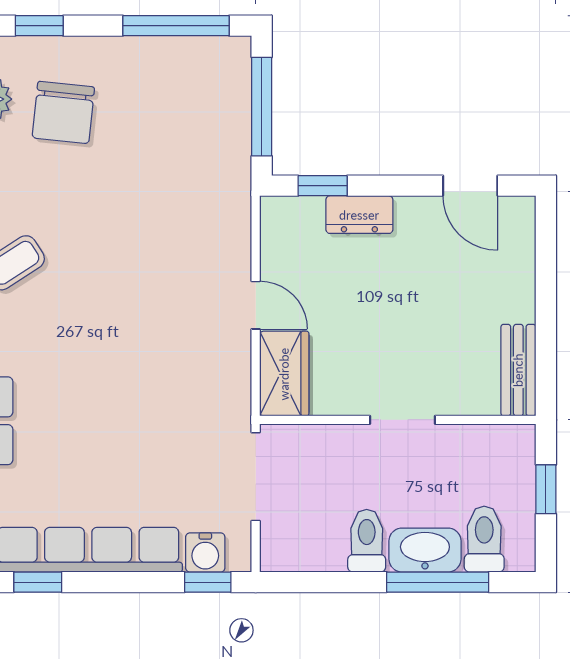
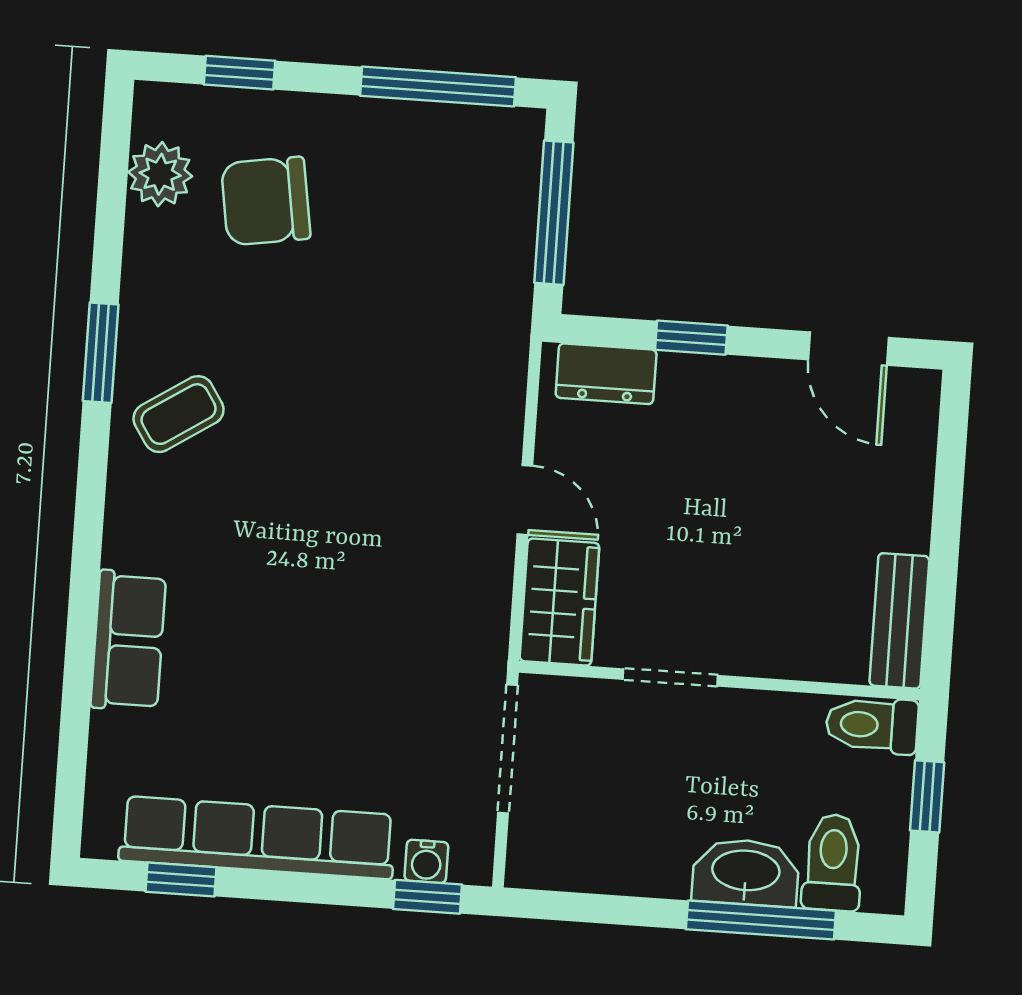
chair: (63, 112) -> (266, 201), turned 75
window: (323, 186) -> (691, 338), moved
dresser: (359, 215) -> (606, 374), moved
doorway: (402, 420) -> (670, 677), moved
toilet: (367, 541) -> (872, 725), moved, turned -90
water cooler: (205, 552) -> (426, 861), width x0.72, depth x0.72

